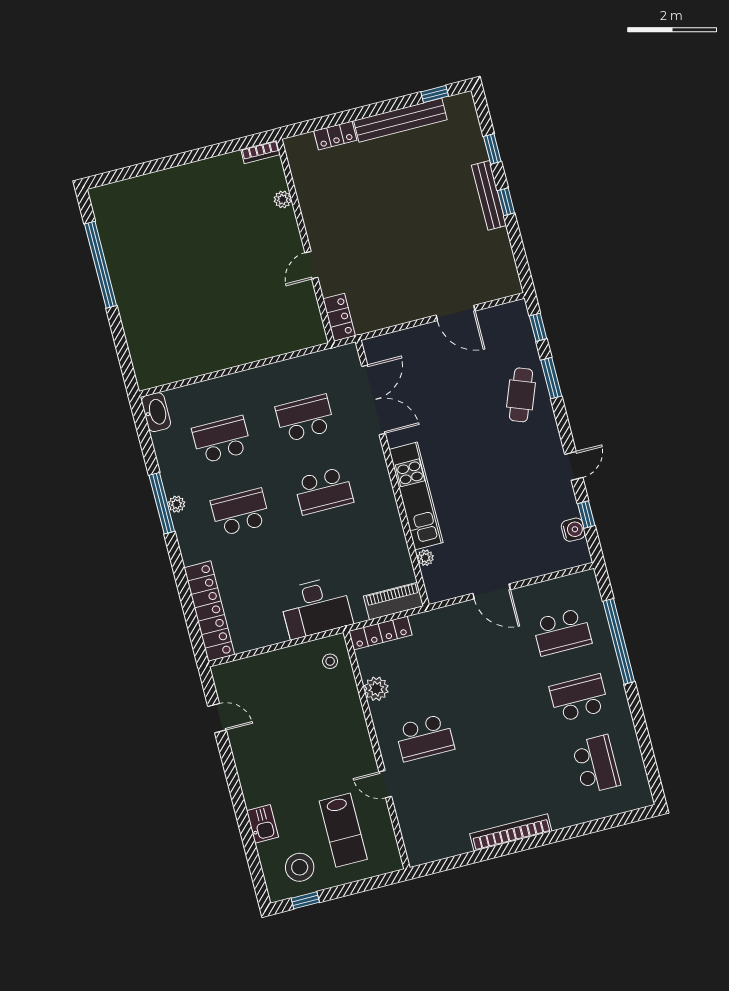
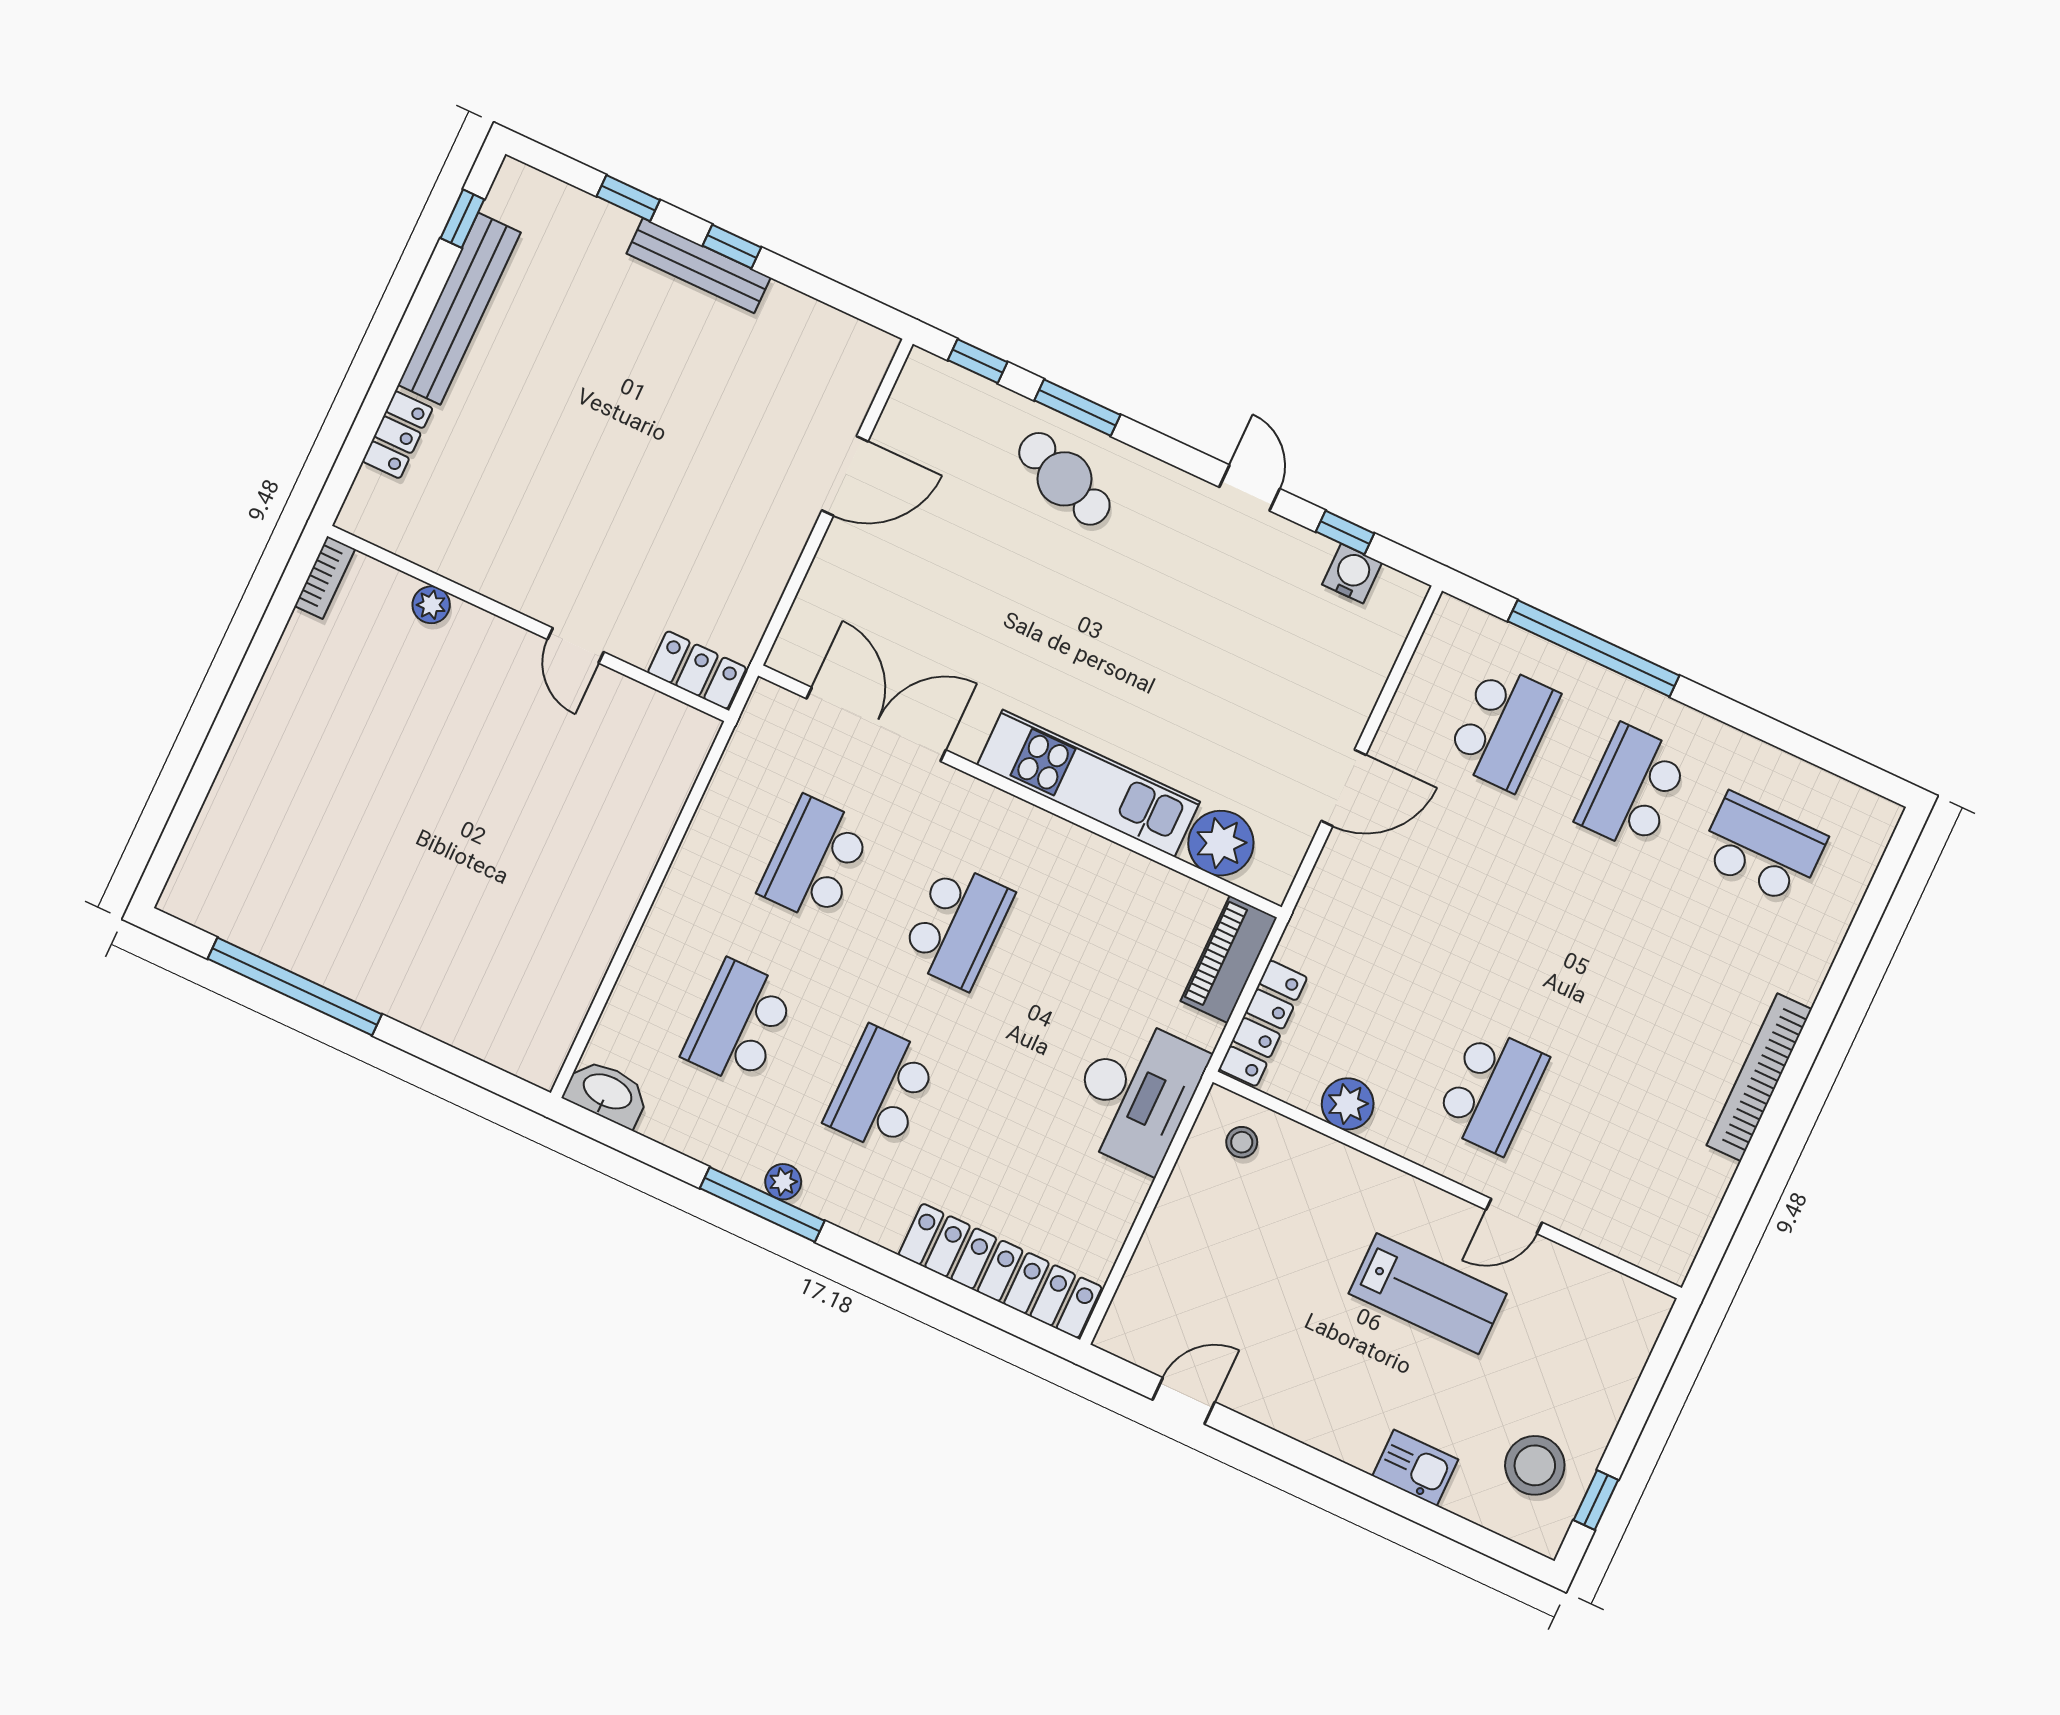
plant: (425, 558) -> (1221, 843), width x1.88, depth x1.88
lab bench: (343, 830) -> (1428, 1294), moved

